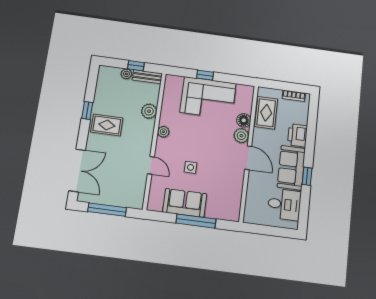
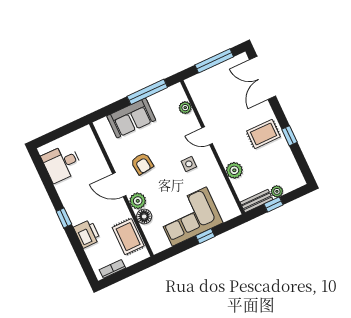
plant: (163, 132) -> (185, 108), moved
armchair: (219, 163) -> (142, 164), added
door: (151, 165) -> (207, 136), moved
side table: (191, 167) -> (189, 164), moved
sofa: (291, 168) -> (75, 200), removed
window: (307, 176) -> (64, 218), moved
sofa: (185, 203) -> (131, 118), moved
window: (196, 221) -> (147, 92), moved

